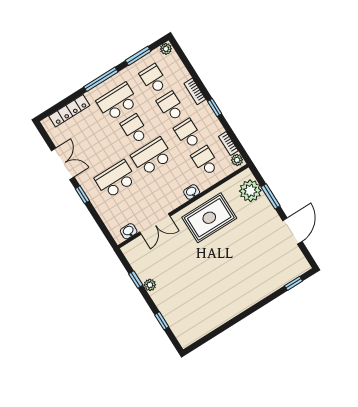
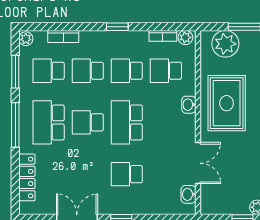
bookcase: (195, 91) -> (63, 36), moved
school desk: (116, 179) -> (127, 174), width x0.54

